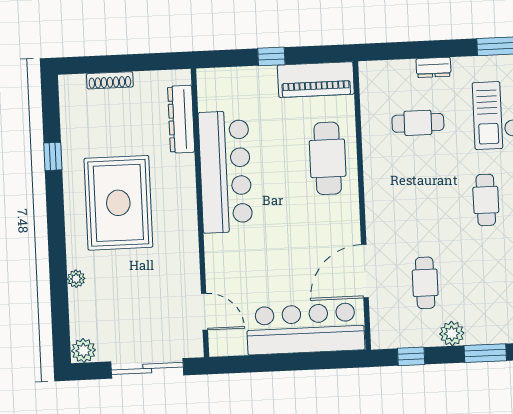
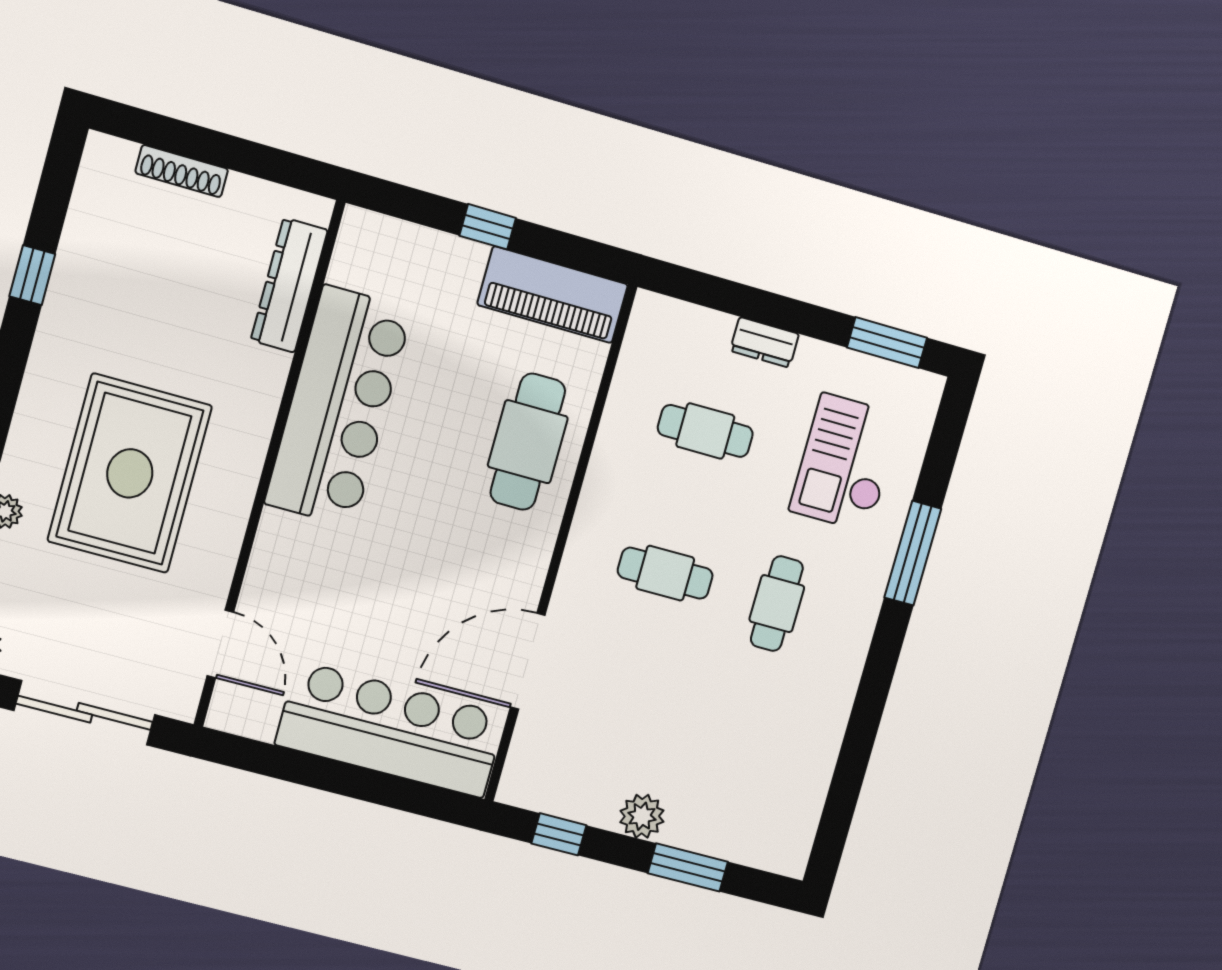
rug: (118, 203) -> (130, 473), moved
cafe table: (425, 283) -> (665, 573), moved, turned 90

